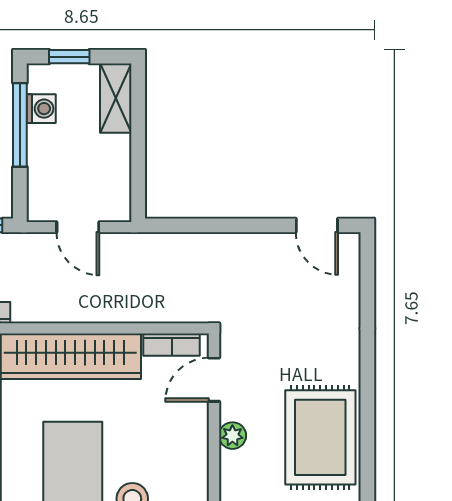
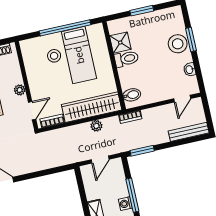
door: (78, 227) -> (100, 159), swing flipped
plant: (69, 309) -> (96, 126), added

